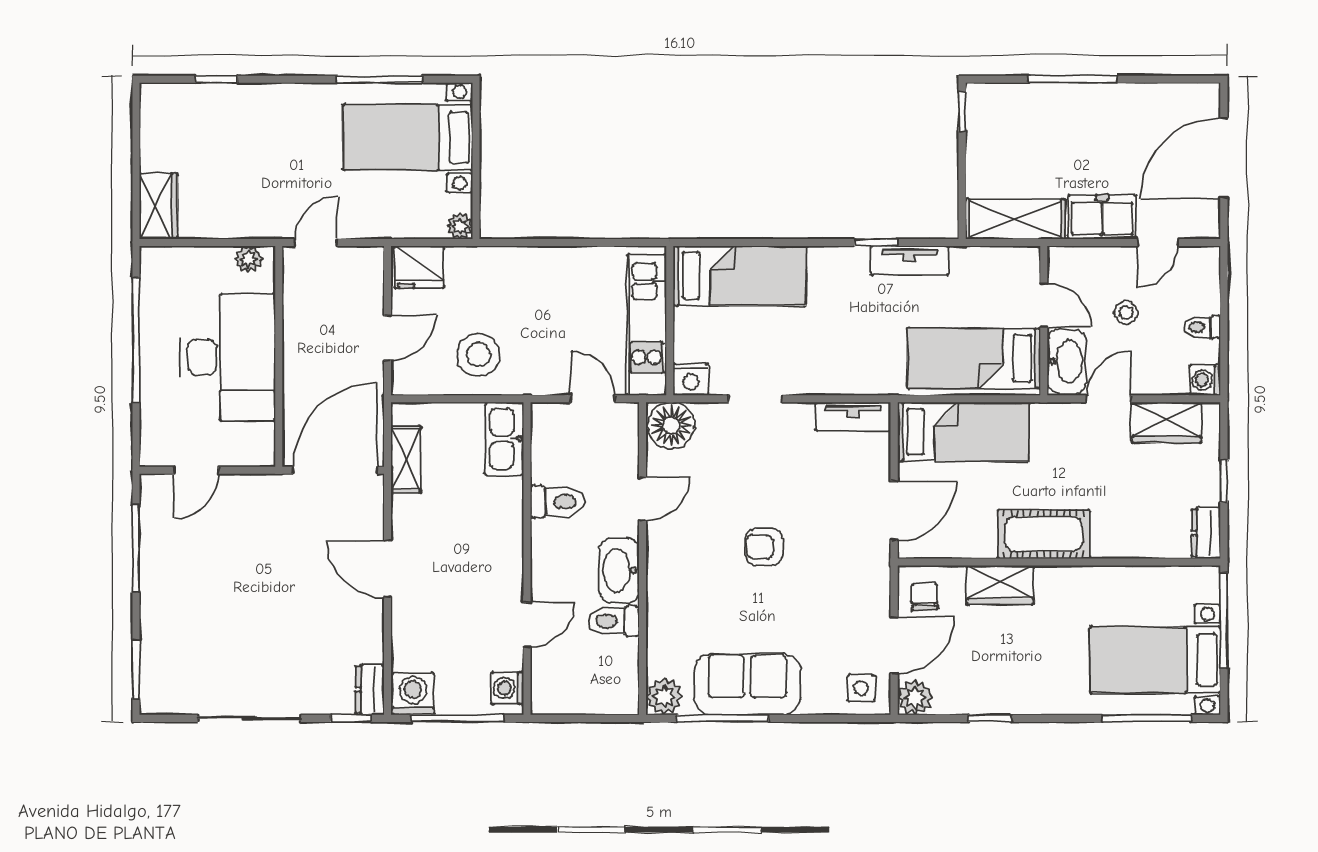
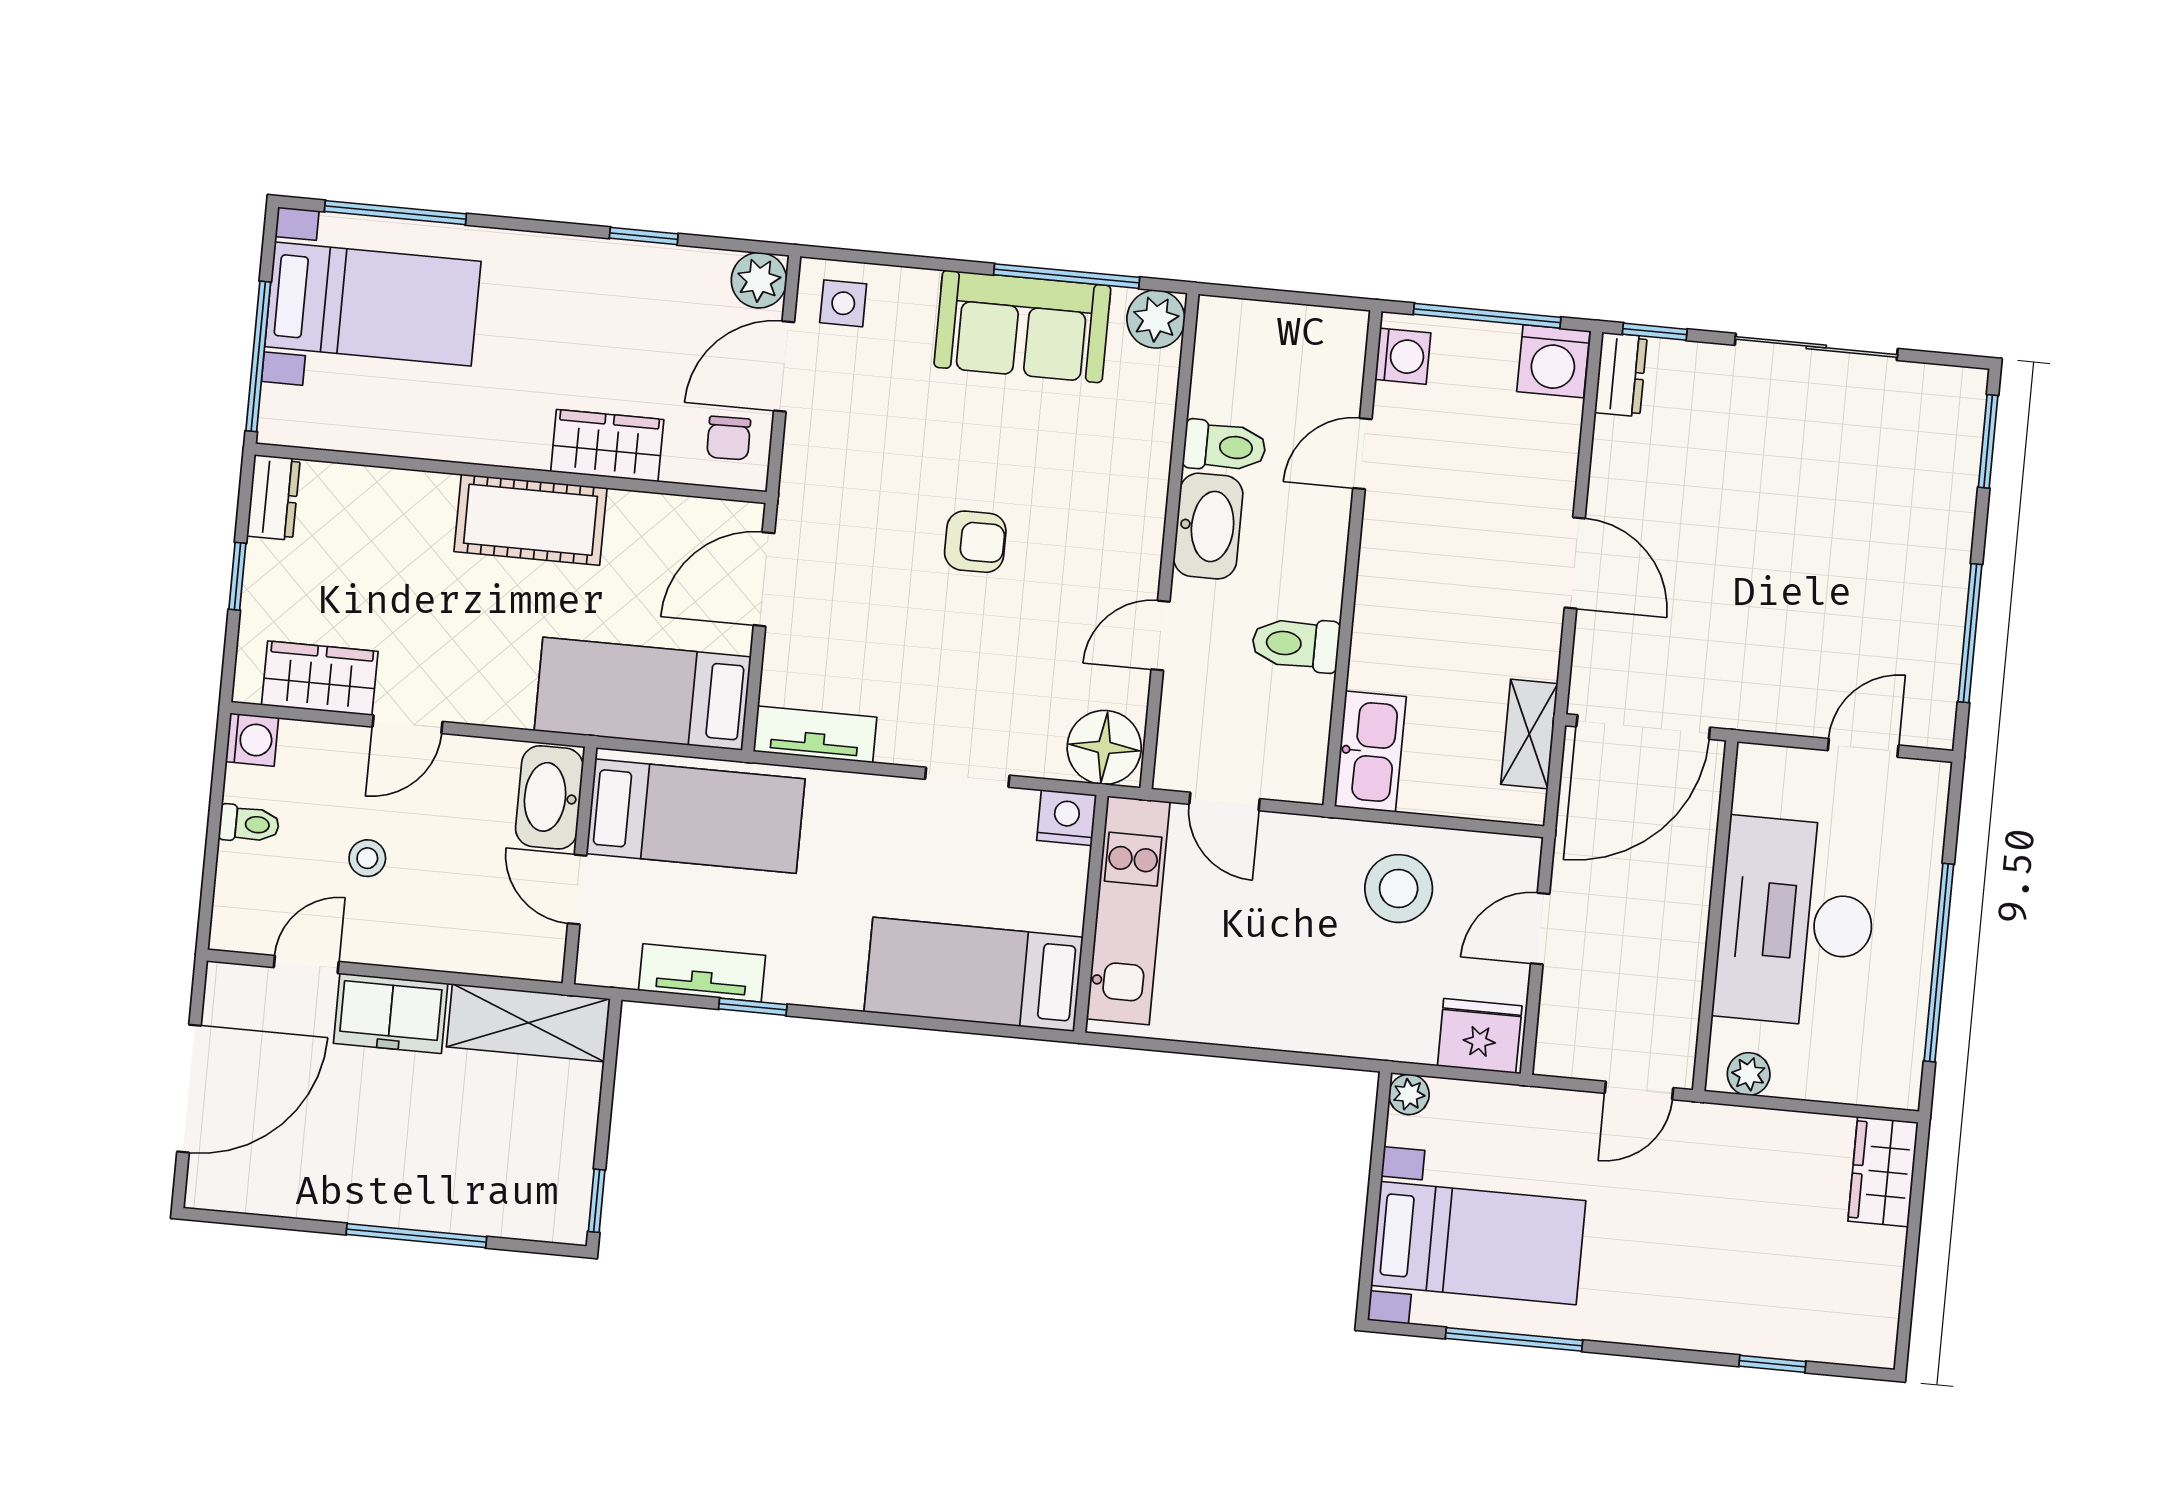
door: (1044, 305) -> (577, 890), moved
wall: (1044, 321) -> (579, 865), moved
bed: (974, 358) -> (696, 816), moved
washbasin: (1067, 361) -> (549, 797), moved

